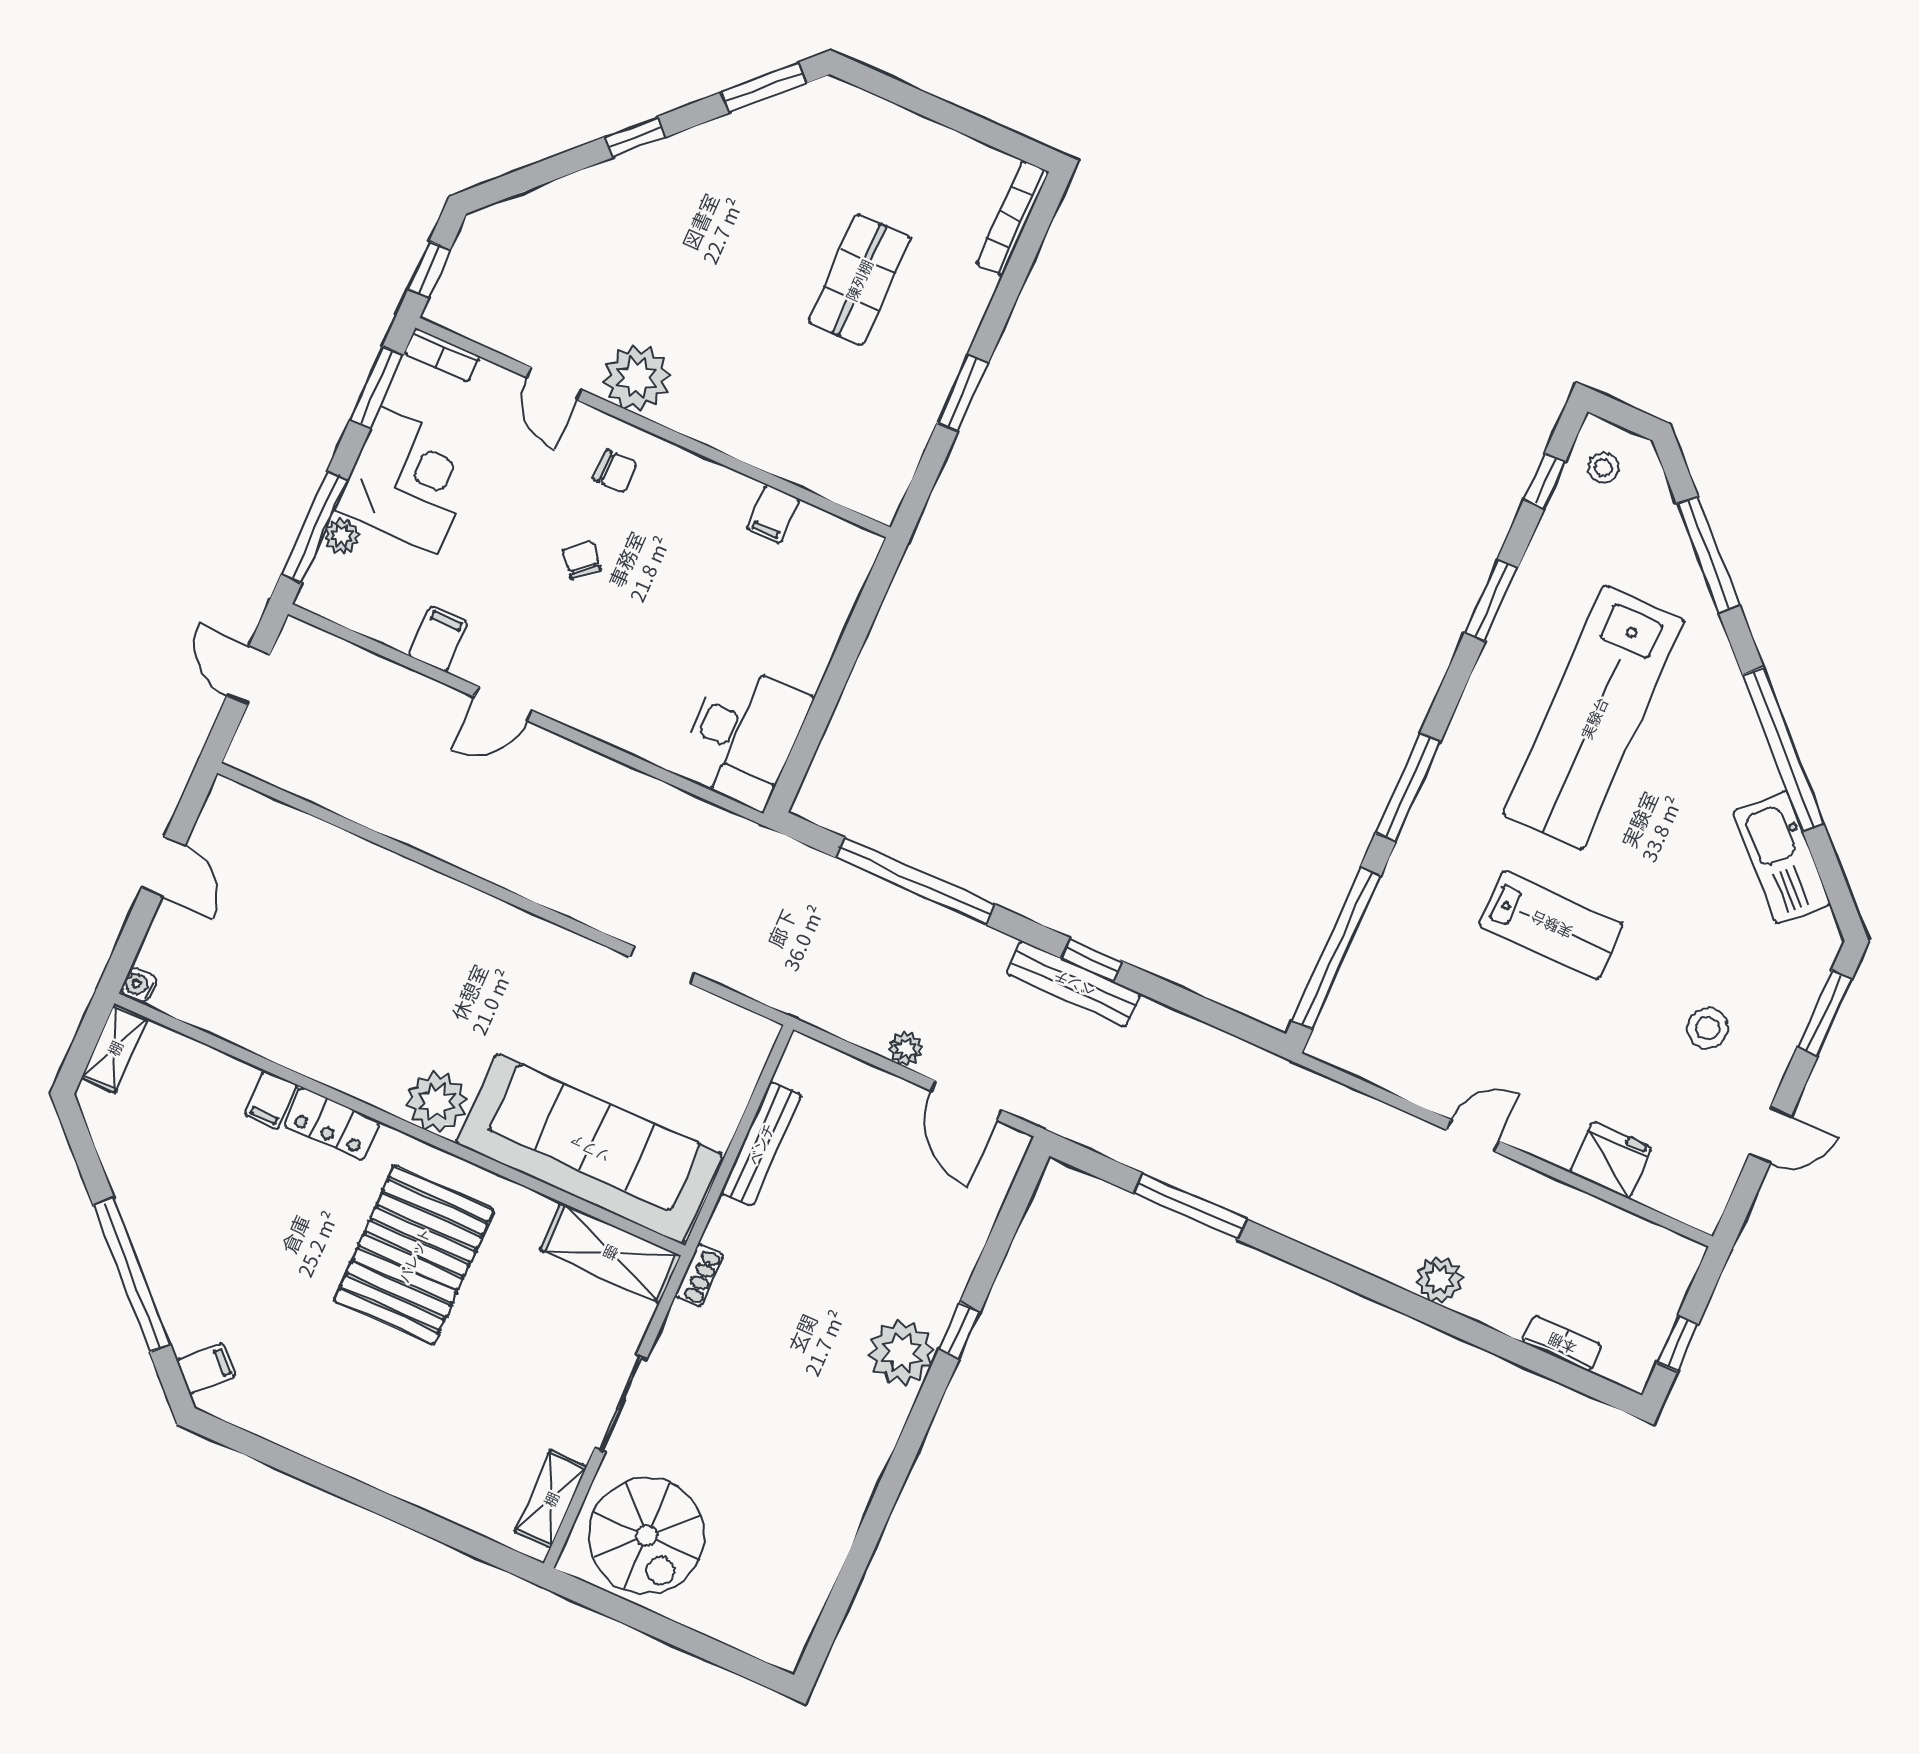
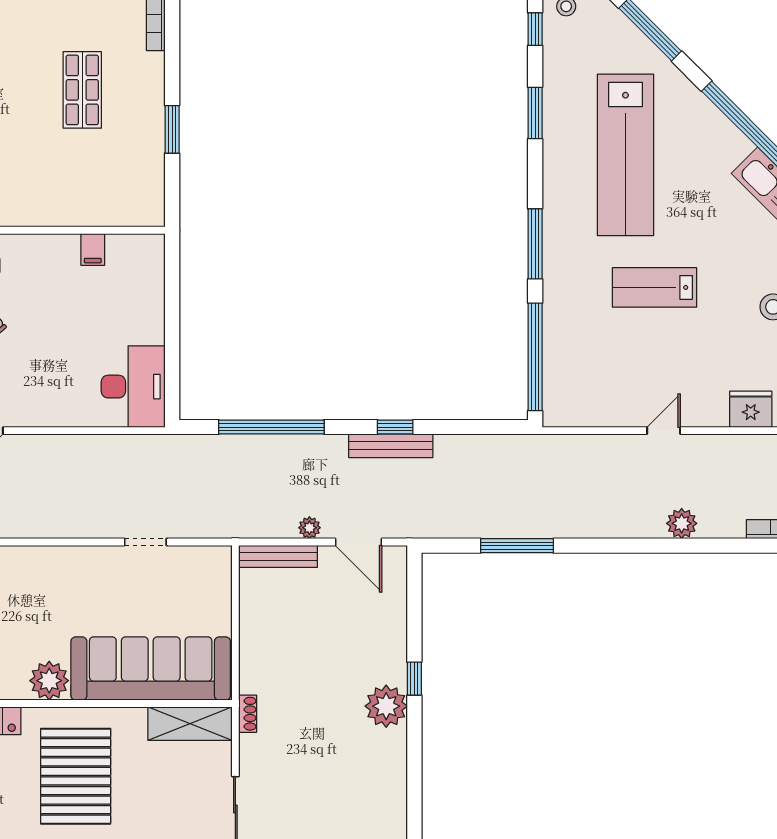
lab bench: (1551, 925) -> (654, 287), turned 180
bench: (761, 1144) -> (278, 556), moved, turned 90

